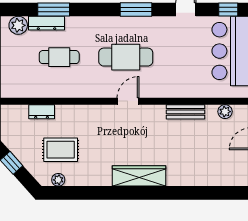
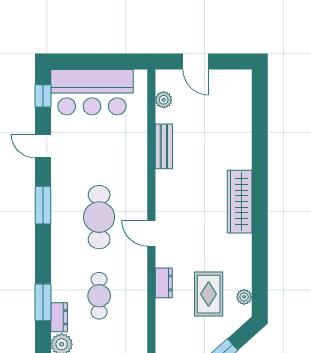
dresser: (46, 23) -> (59, 317), width x0.70
door: (128, 101) -> (151, 233), moved
dresser: (42, 112) -> (164, 283), moved

